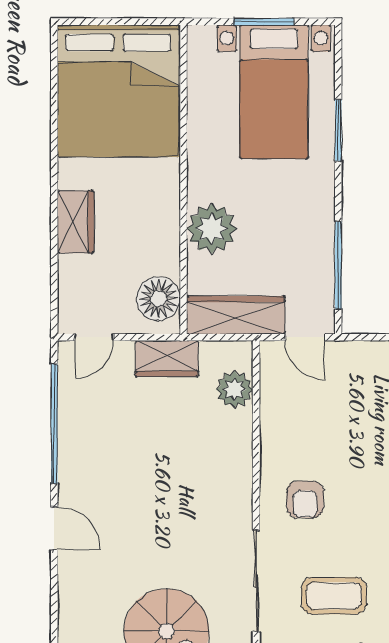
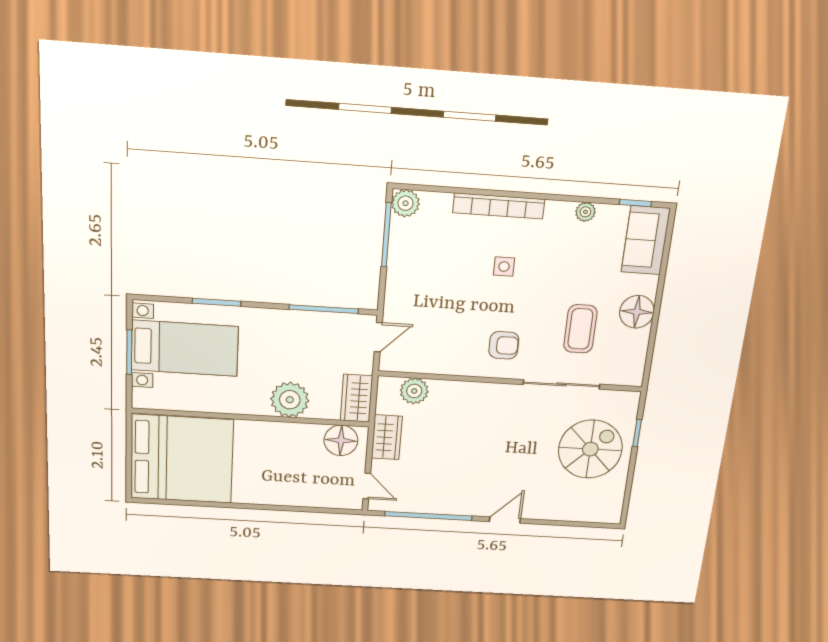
wardrobe: (76, 222) -> (280, 494), removed
wardrobe: (236, 315) -> (357, 398), width x0.67

